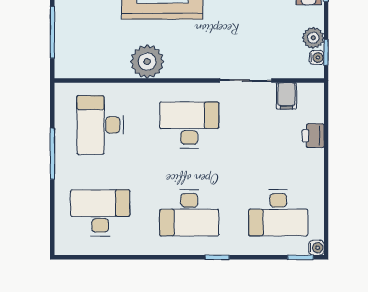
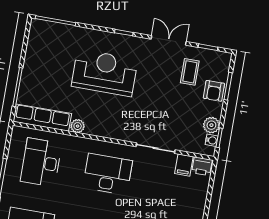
plant: (147, 62) -> (78, 126), width x0.53, depth x0.53
row of seats: (92, 66) -> (42, 118), added
printer: (313, 136) -> (202, 166), moved, turned -90

